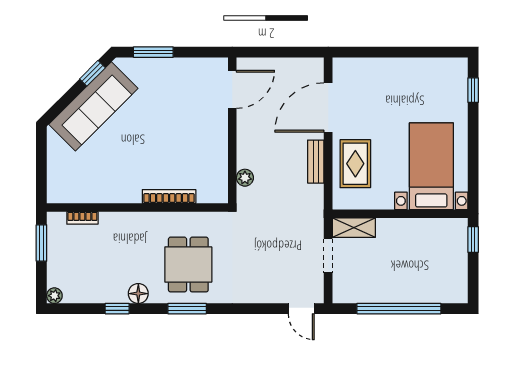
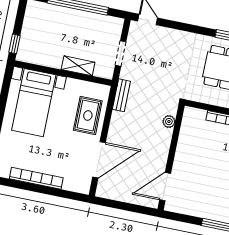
bookcase: (407, 65) -> (36, 178), added
bench: (316, 162) -> (121, 95), moved
shelving: (354, 228) -> (78, 66), moved

